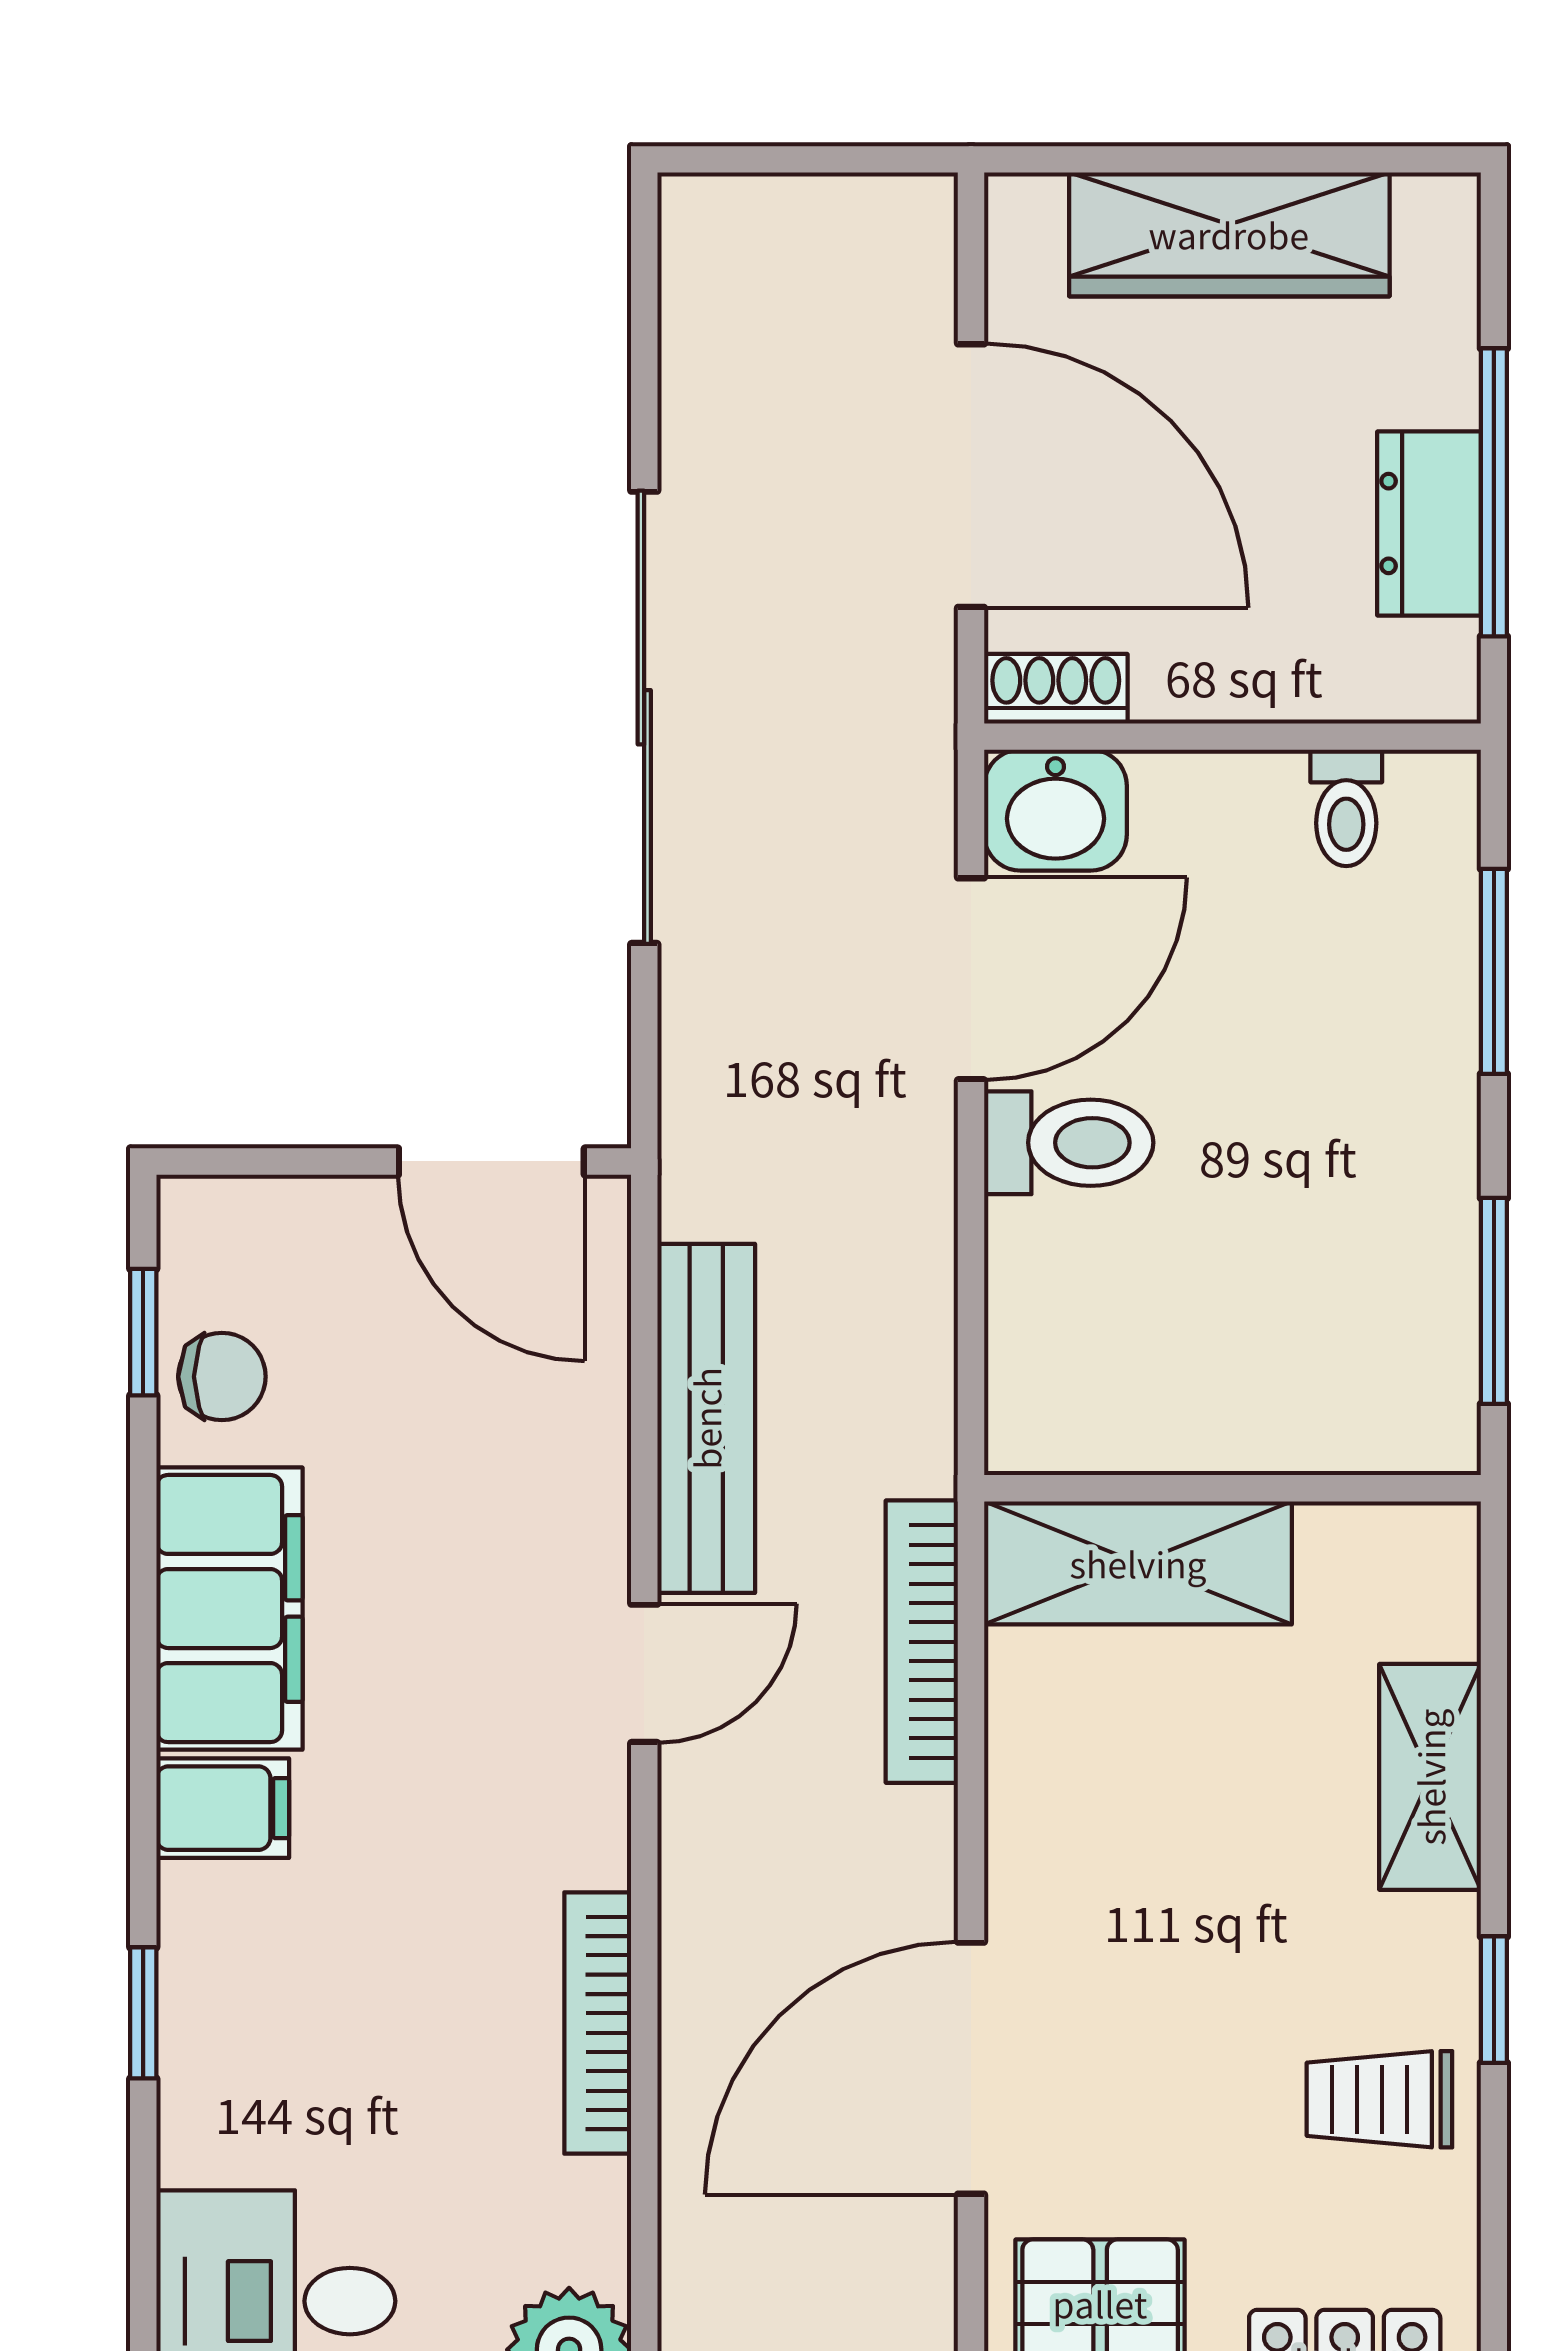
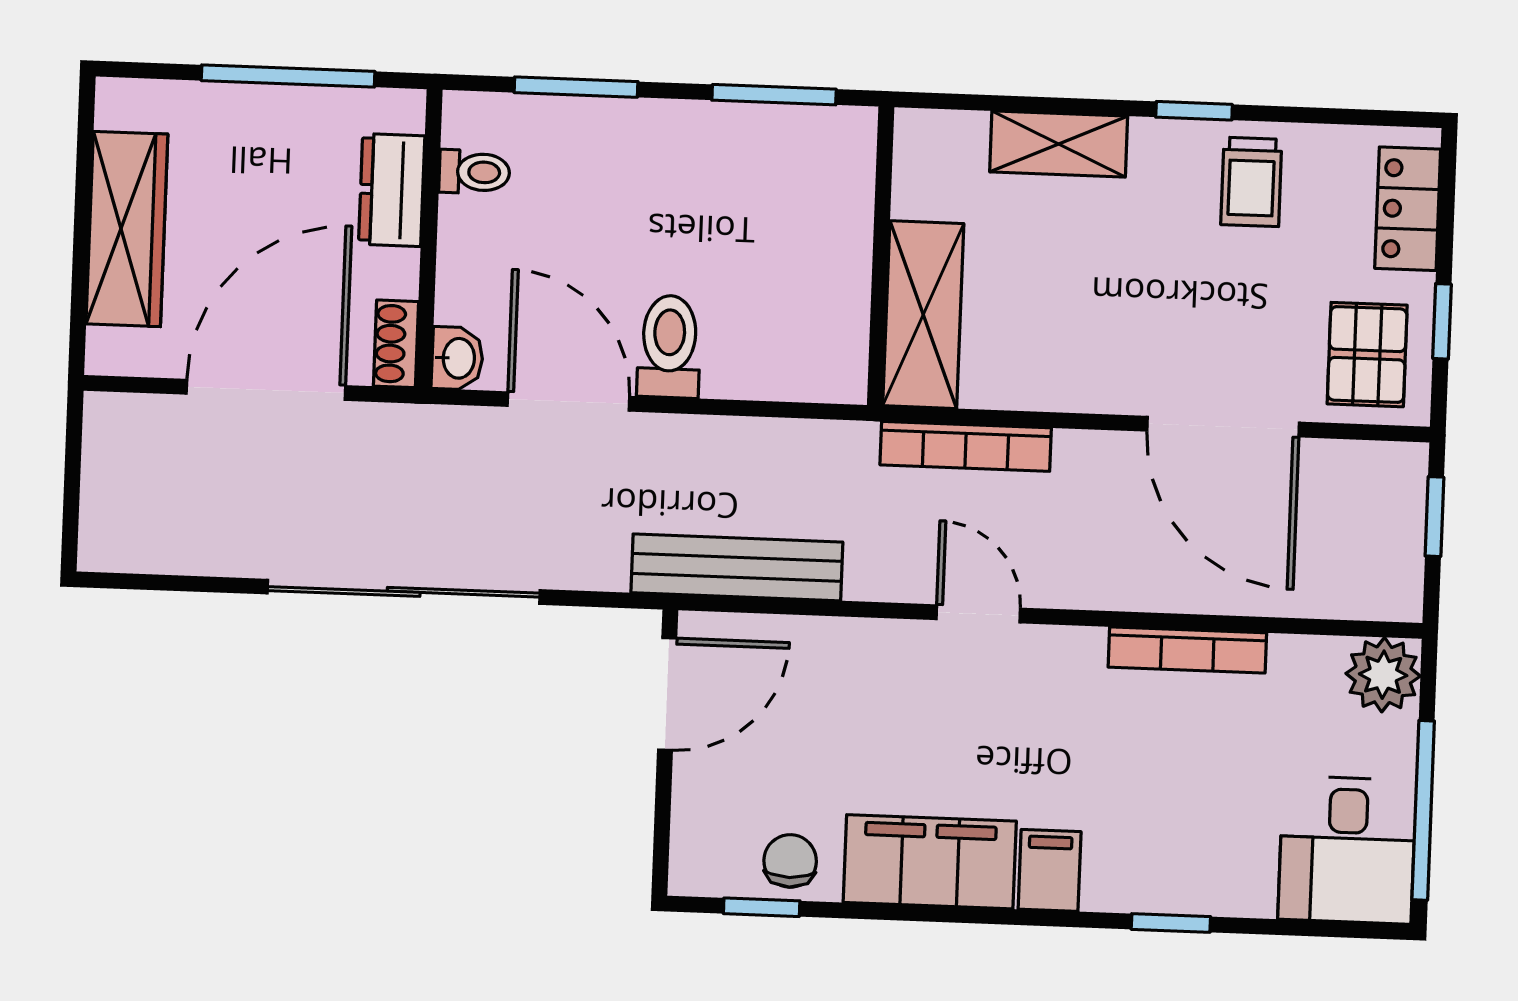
dresser: (1429, 523) -> (392, 190), moved, turned 90
washbasin: (1056, 810) -> (457, 358), width x0.72, depth x0.69
bench: (706, 1418) -> (737, 567), moved

